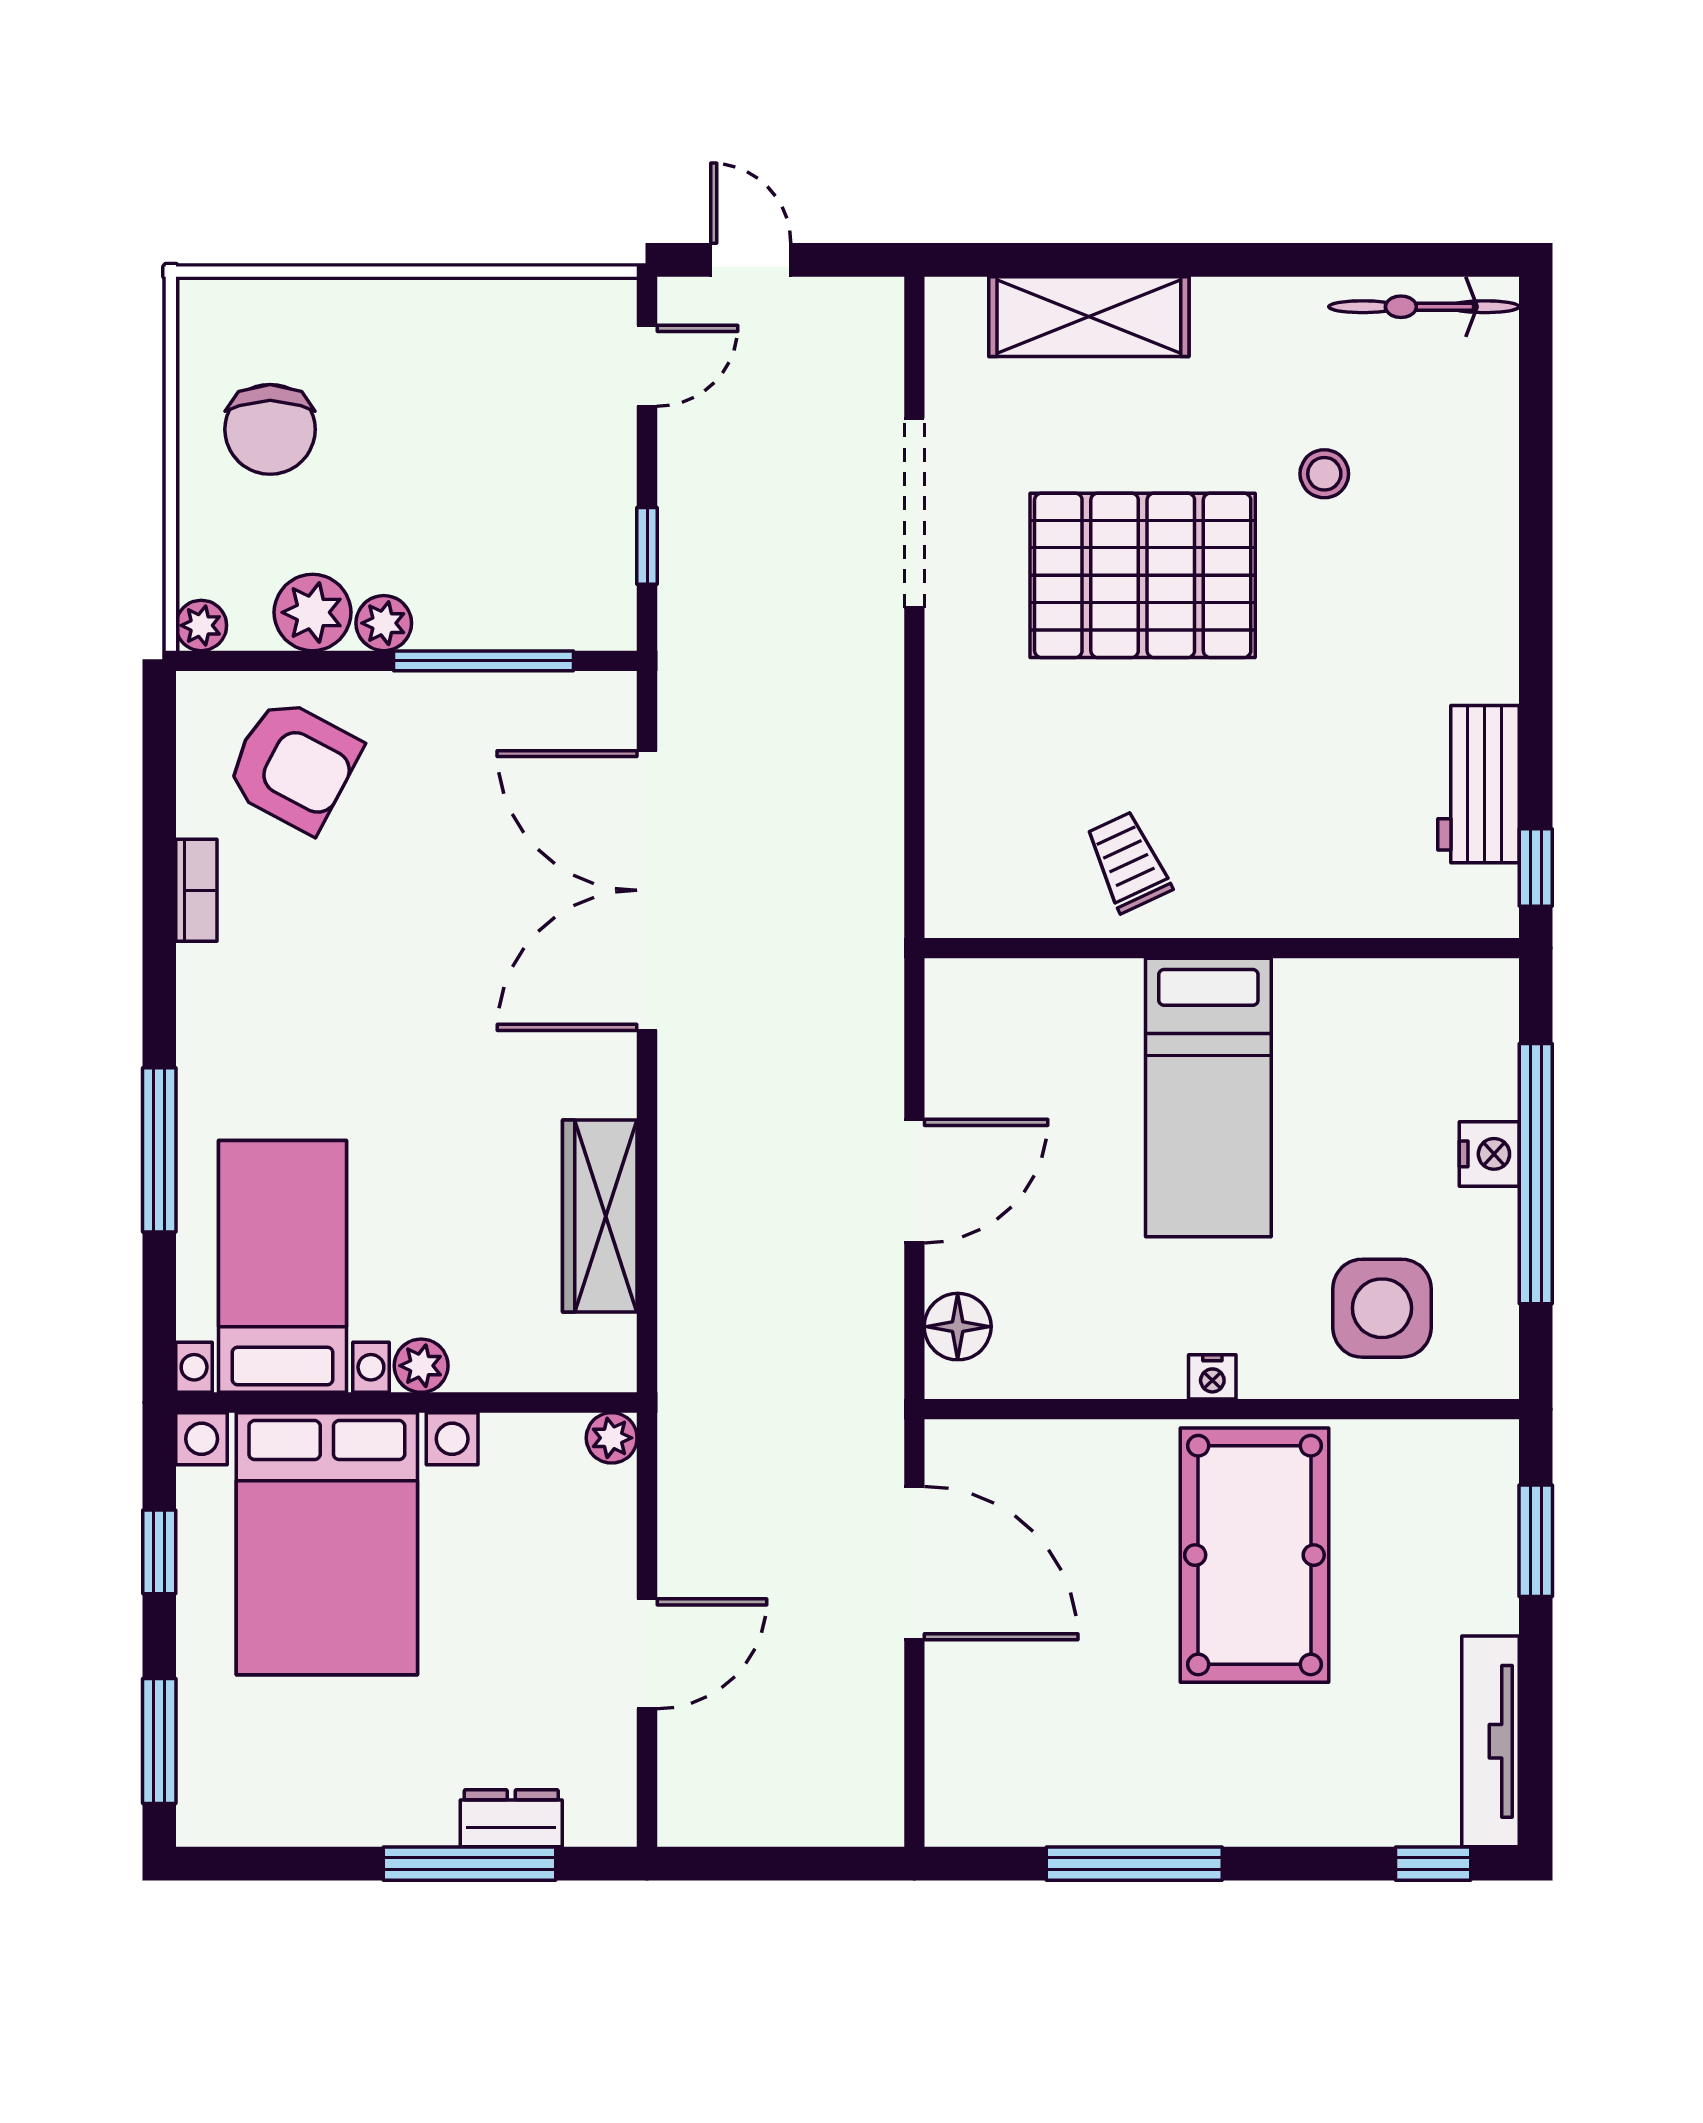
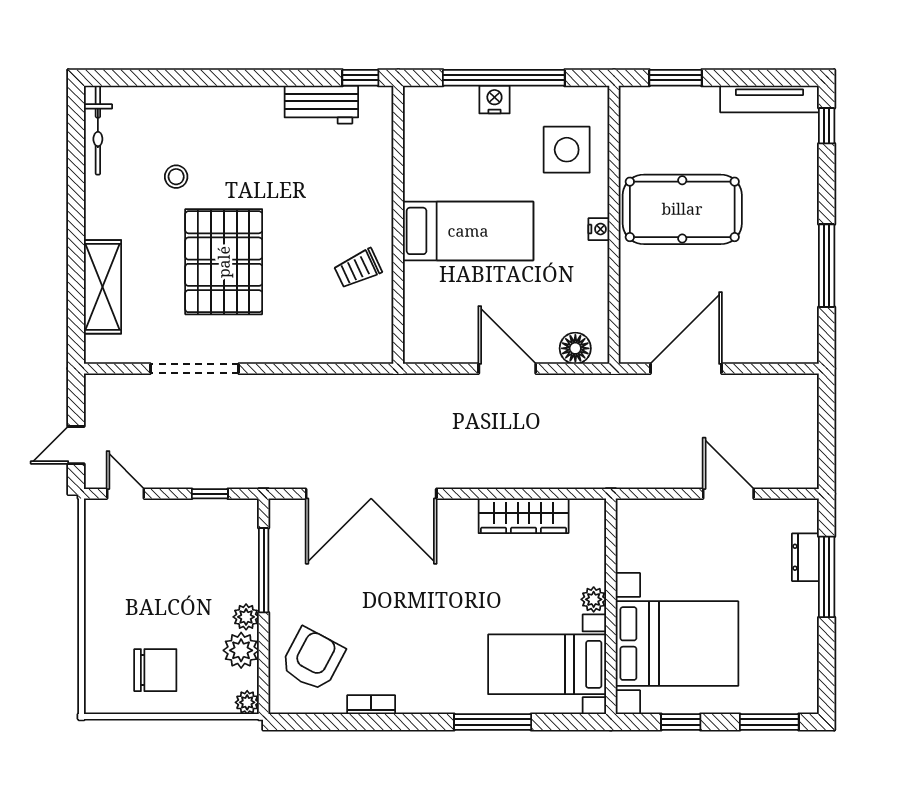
plant: (612, 1438) -> (627, 510), removed

